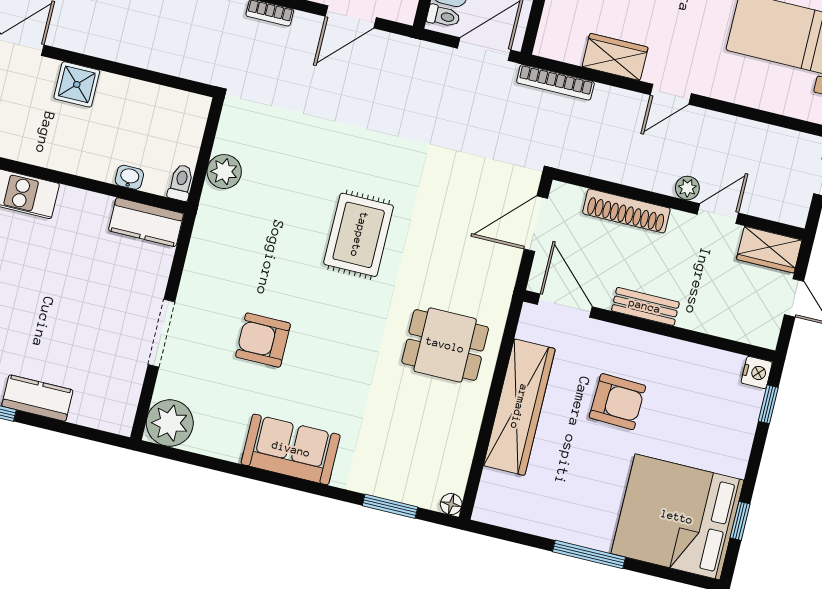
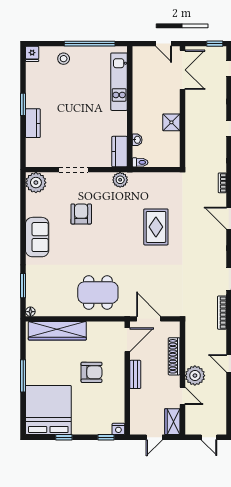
shower: (77, 84) -> (171, 122), moved
plant: (224, 172) -> (120, 180), moved
plant: (687, 188) -> (195, 376), width x1.88, depth x1.88
door: (536, 224) -> (149, 319), moved
rug: (359, 235) -> (156, 227), moved, turned 90
dining table: (445, 345) -> (98, 293), width x1.38
armchair: (617, 402) -> (92, 372), turned -92
wardrobe: (519, 407) -> (57, 331), moved
window: (740, 521) -> (64, 437), moved

